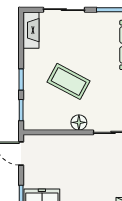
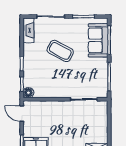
coffee table: (69, 81) -> (60, 51), moved
floor lamp: (79, 122) -> (28, 93), moved

